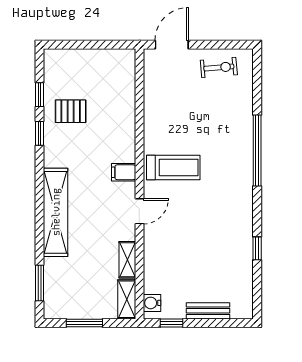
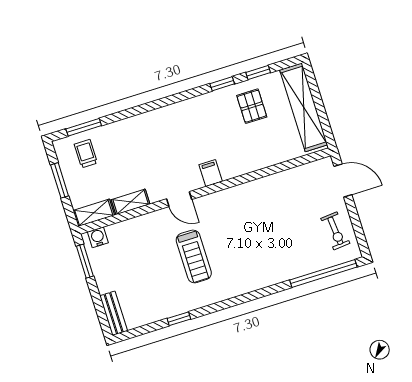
window: (257, 151) -> (323, 273), moved
treadmill: (173, 168) -> (194, 256), moved
shelving: (56, 212) -> (304, 107), moved, turned 90
trolley: (66, 289) -> (86, 154), added
bench: (208, 311) -> (114, 313), moved
window: (171, 323) -> (85, 261), width x1.50

